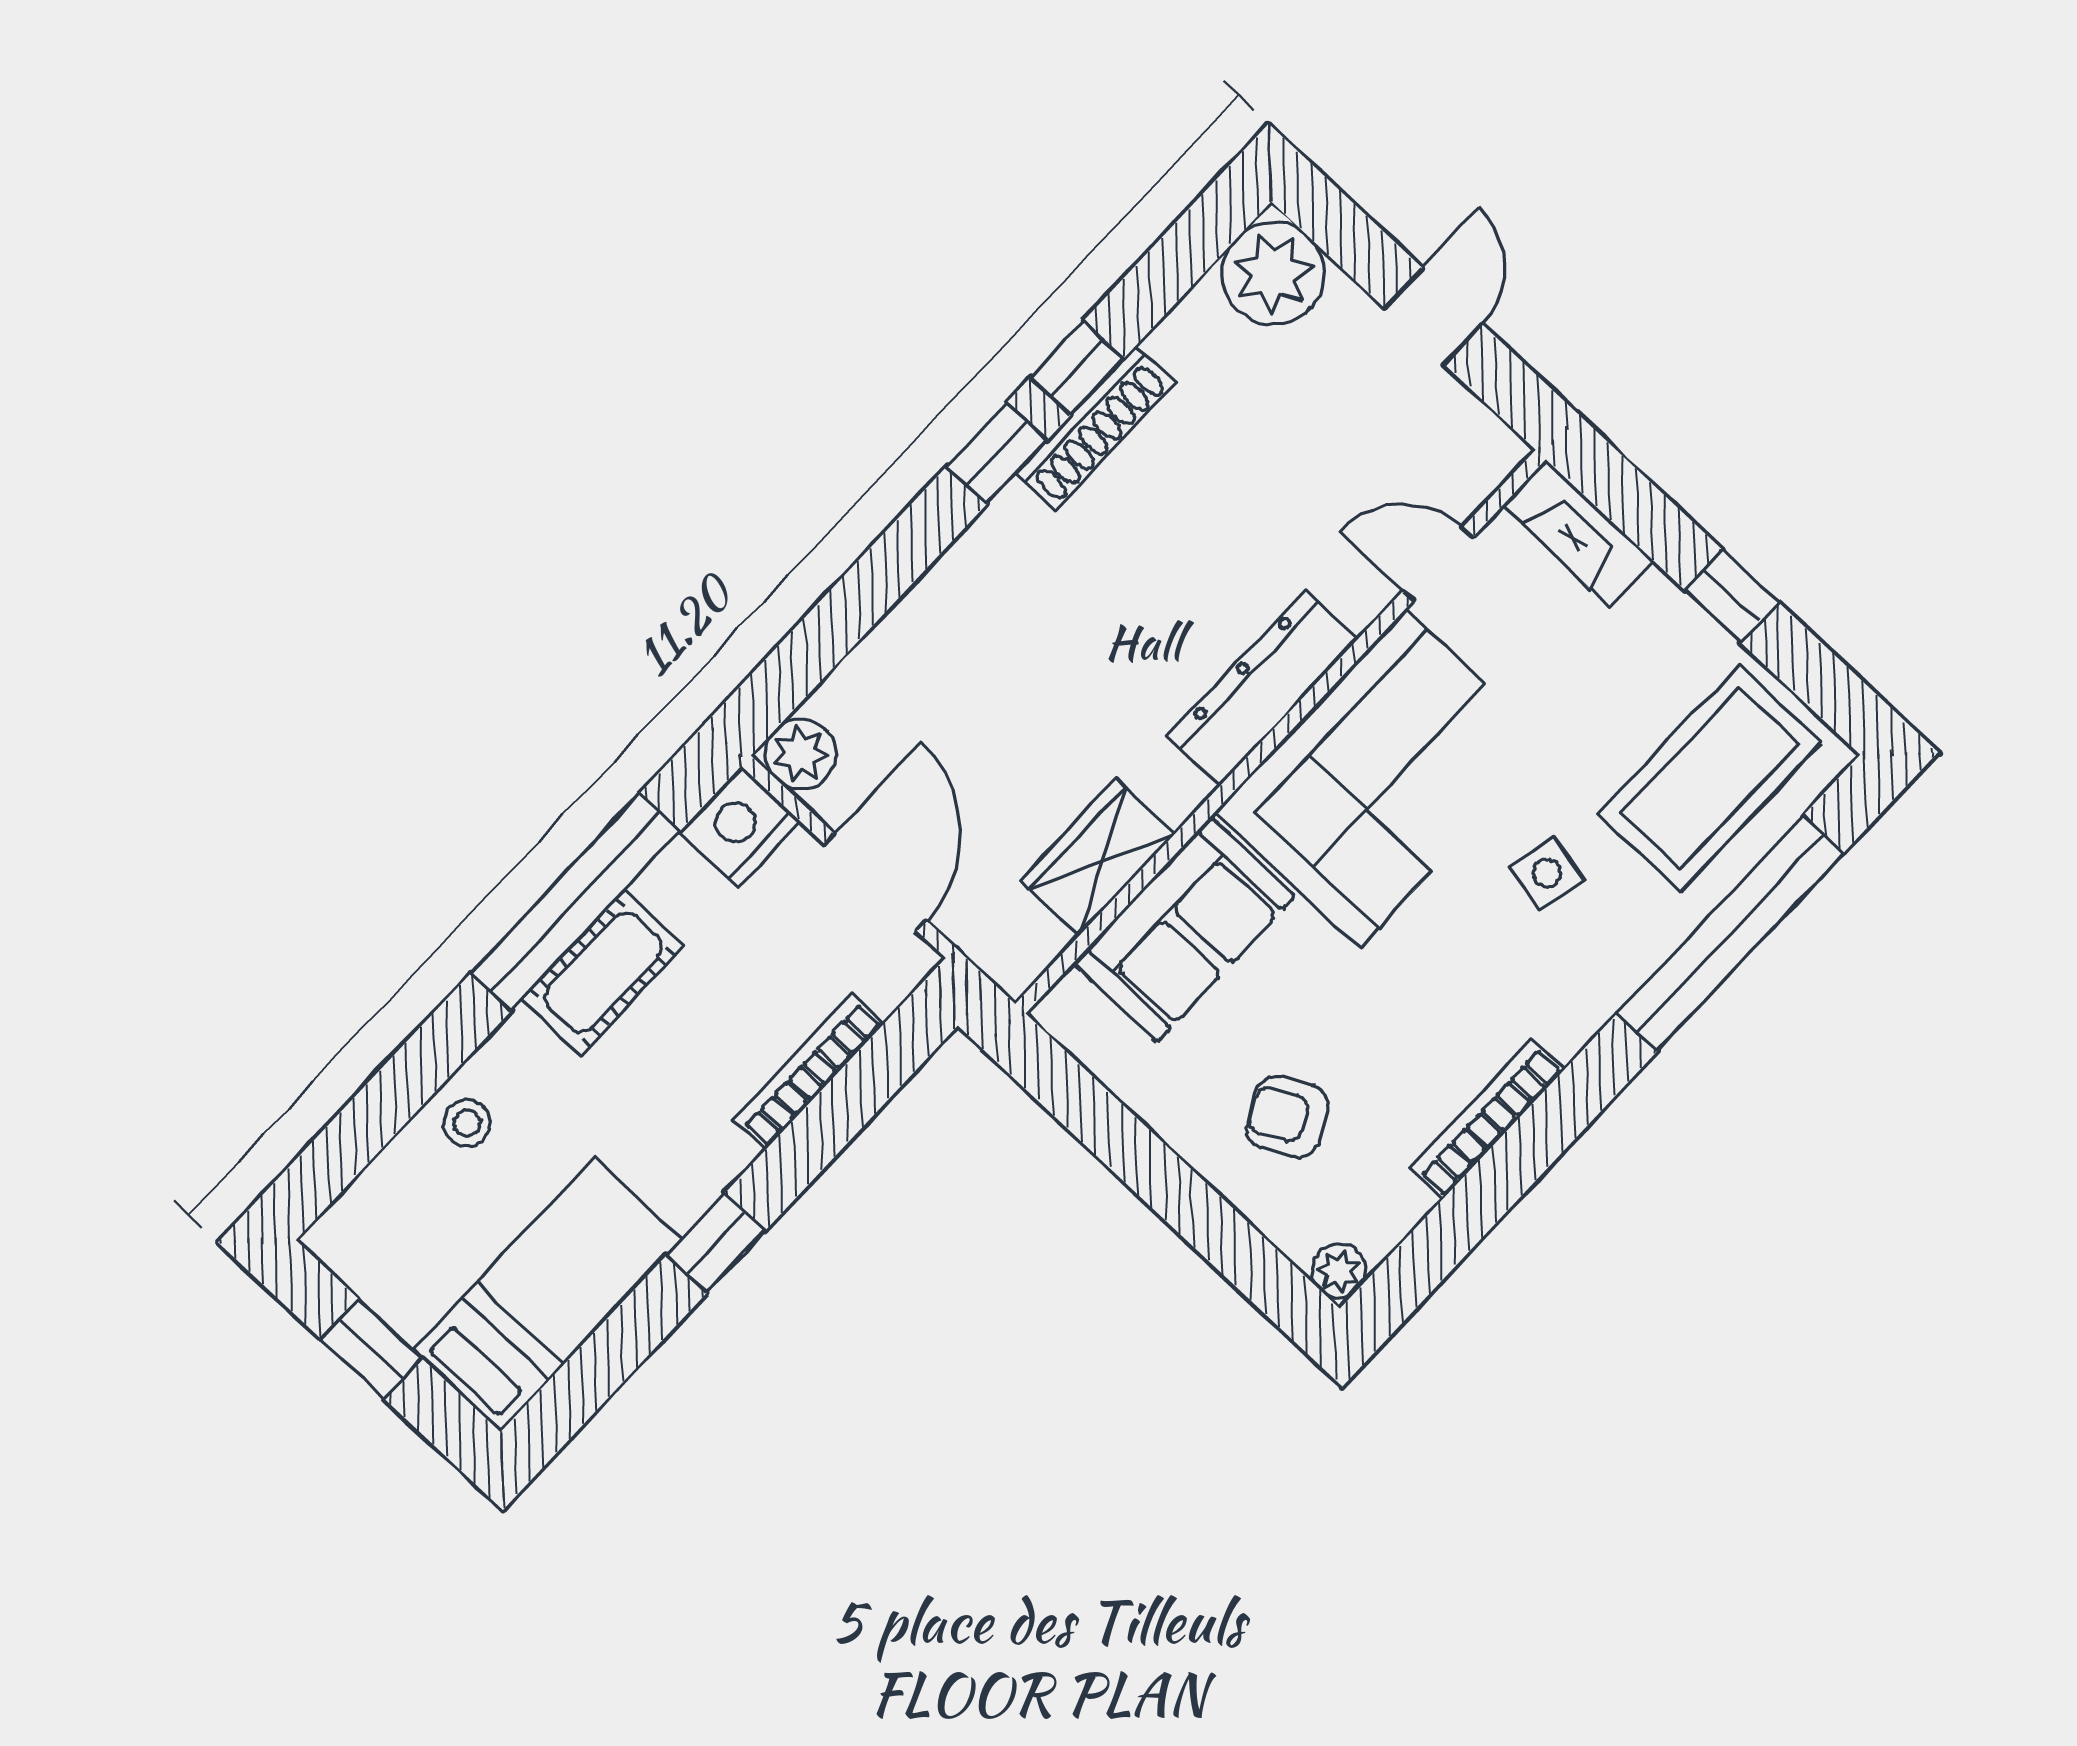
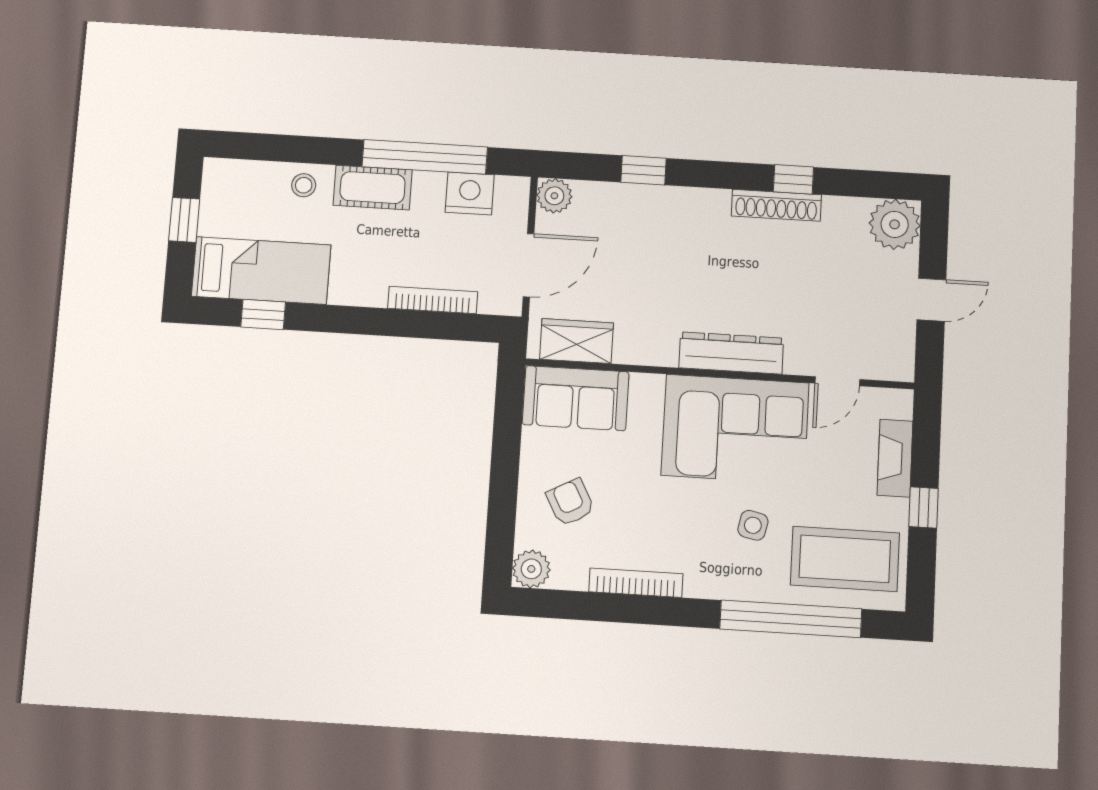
window: (997, 453) -> (643, 170), moved
fireplace: (1578, 533) -> (895, 458), moved
door: (1438, 564) -> (837, 381), swing flipped
nightstand: (740, 827) -> (470, 193), moved
wardrobe: (1098, 857) -> (577, 341), moved
sofa: (1184, 929) -> (576, 398), moved
cot: (603, 973) -> (373, 188), moved
window: (716, 1243) -> (263, 315), moved
plant: (1339, 1271) -> (531, 569), width x1.38, depth x1.38

